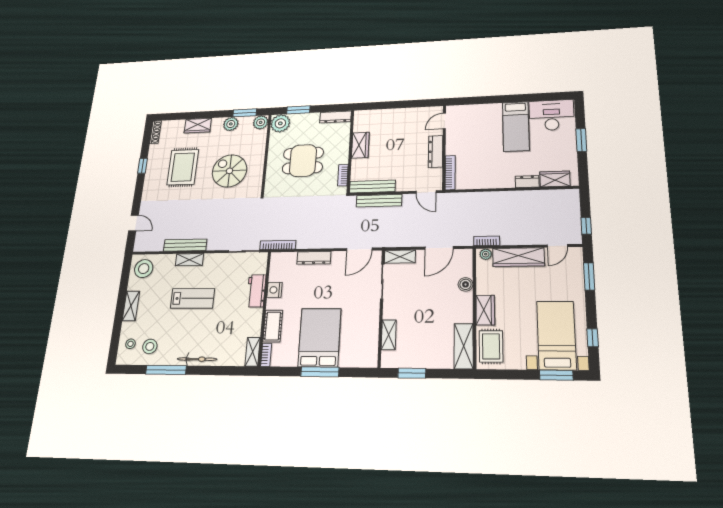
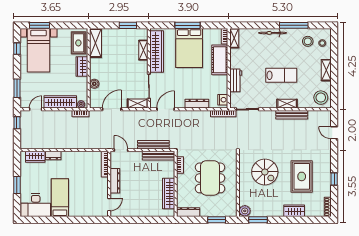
plant: (280, 123) -> (229, 209), removed
plant: (231, 124) -> (268, 211), removed
wardrobe: (360, 145) -> (169, 193), width x1.50
dining table: (303, 161) -> (210, 178), width x1.37
nightstand: (275, 290) -> (223, 100), moved
lab bench: (192, 298) -> (281, 75), turned 180
cot: (273, 326) -> (220, 60), width x1.37, depth x1.34
wardrobe: (369, 333) -> (157, 51), added

